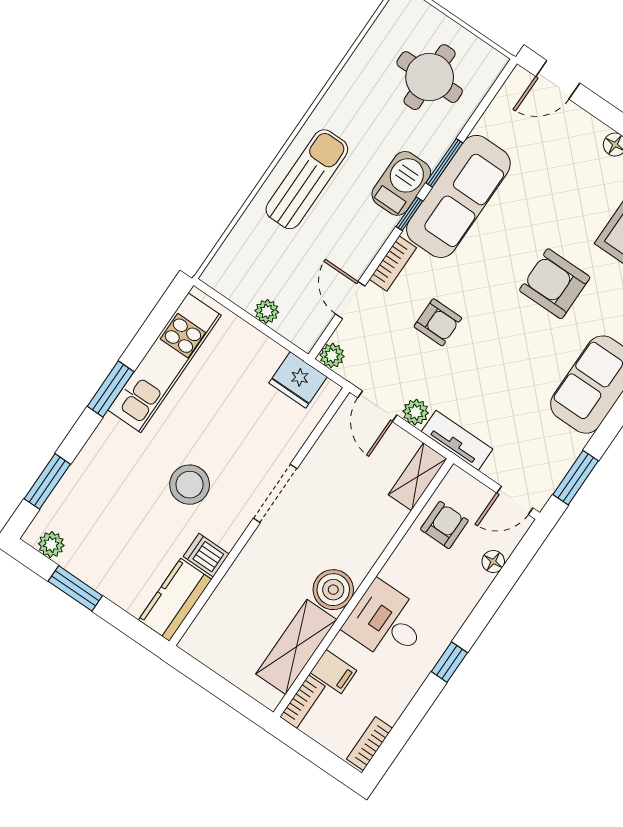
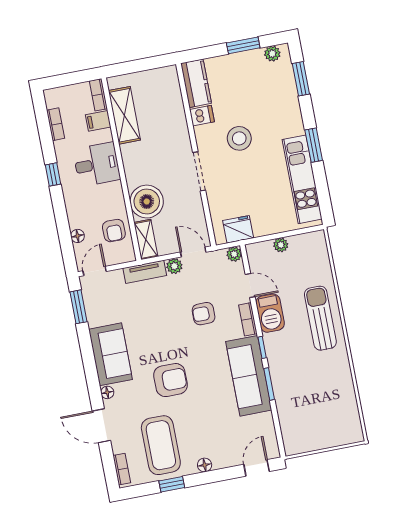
round table: (430, 77) -> (312, 414), removed
sun lounger: (307, 179) -> (320, 318), turned 180
barbecue: (401, 183) -> (270, 313), moved
boiler: (333, 590) -> (147, 202), moved, width x1.37, depth x1.37
bookcase: (369, 744) -> (56, 124), moved

